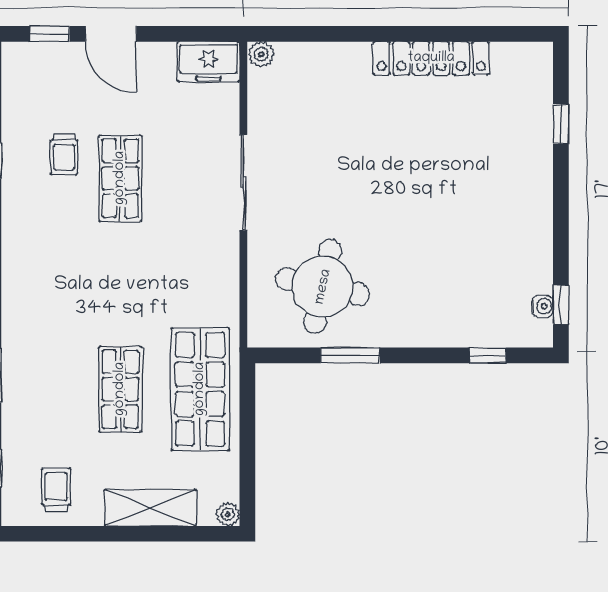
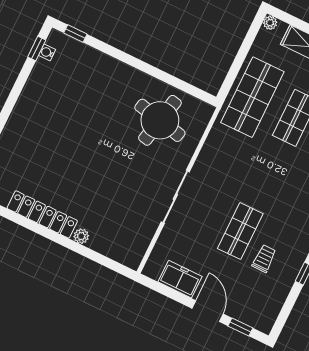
plant: (261, 54) -> (81, 236), moved
freezer: (208, 62) -> (180, 279), moved
window: (350, 355) -> (163, 76), removed
window: (488, 355) -> (75, 34), moved

